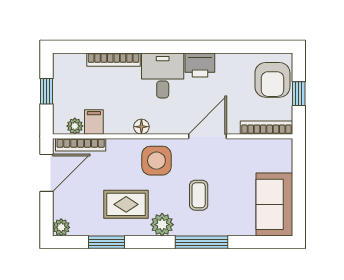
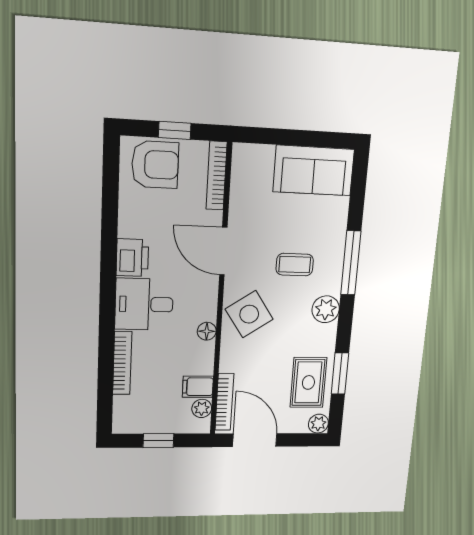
side table: (156, 161) -> (249, 314), turned -34
rug: (126, 204) -> (308, 382), moved

